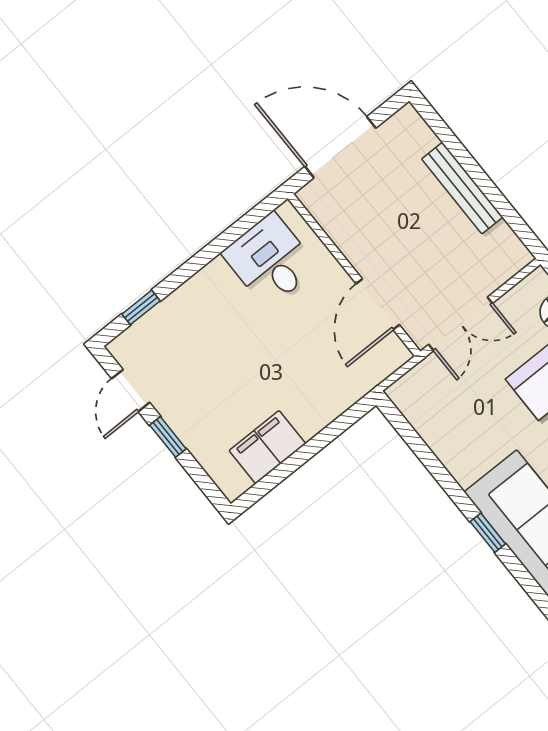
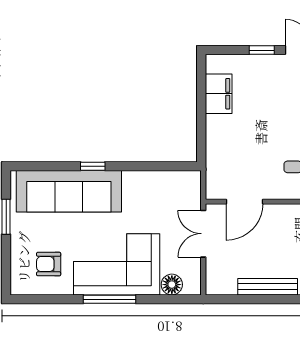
door: (378, 304) -> (245, 202), swing flipped

